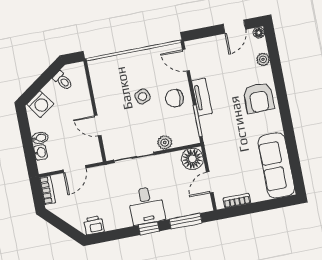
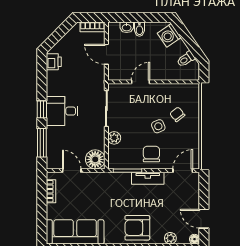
chair: (125, 78) -> (177, 114), added

